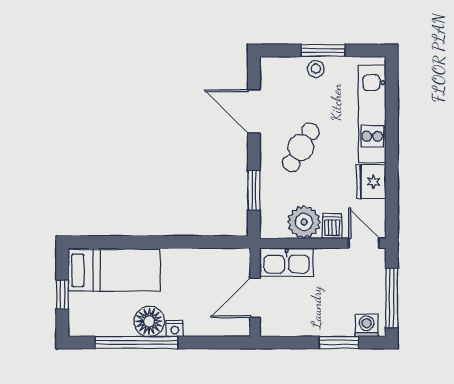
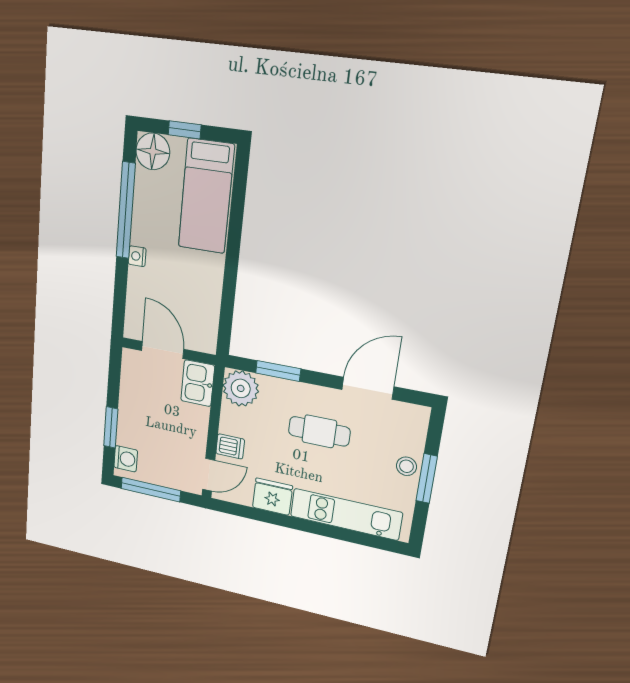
cafe table: (301, 147) -> (319, 431), turned -31
plant: (304, 222) -> (241, 388), moved
kitchen sink: (287, 262) -> (198, 383), width x0.73
floor lamp: (149, 321) -> (153, 151), moved

